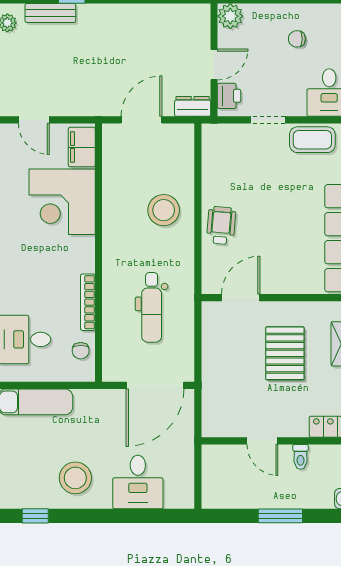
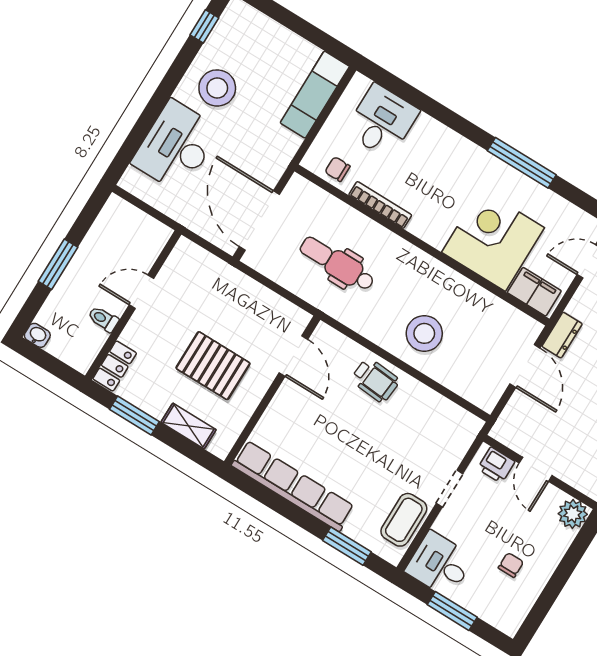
dresser: (193, 106) -> (562, 335), moved
desk: (138, 482) -> (176, 146), width x1.37

